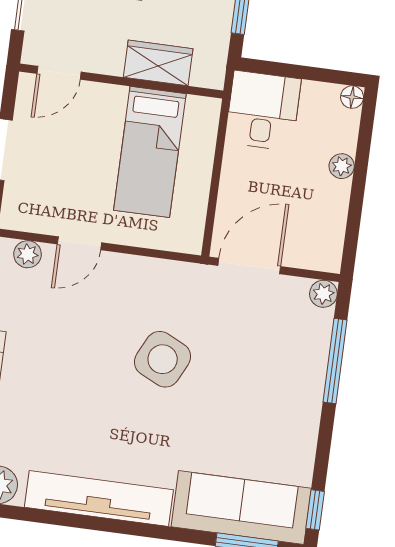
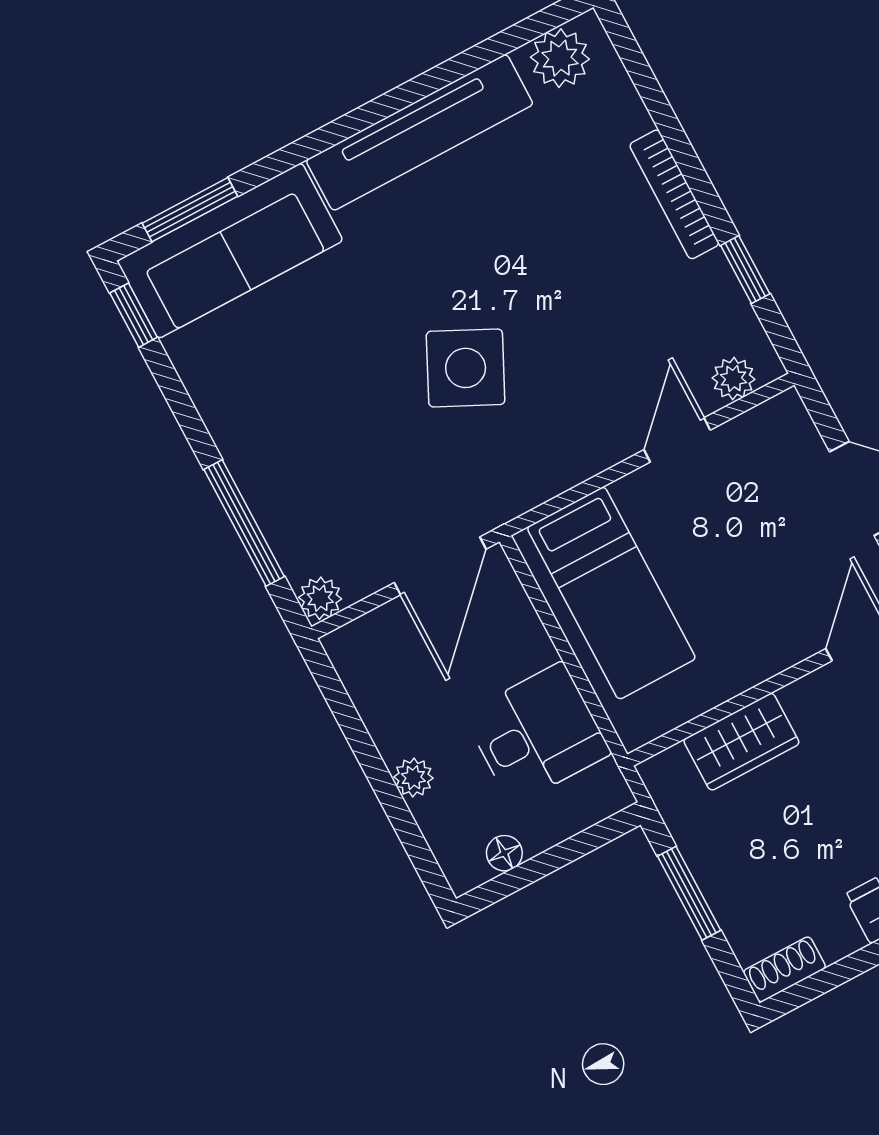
floor lamp: (352, 97) -> (504, 853), moved
desk: (263, 111) -> (537, 734), moved, turned -90
bed: (150, 152) -> (611, 593), moved, turned 180

